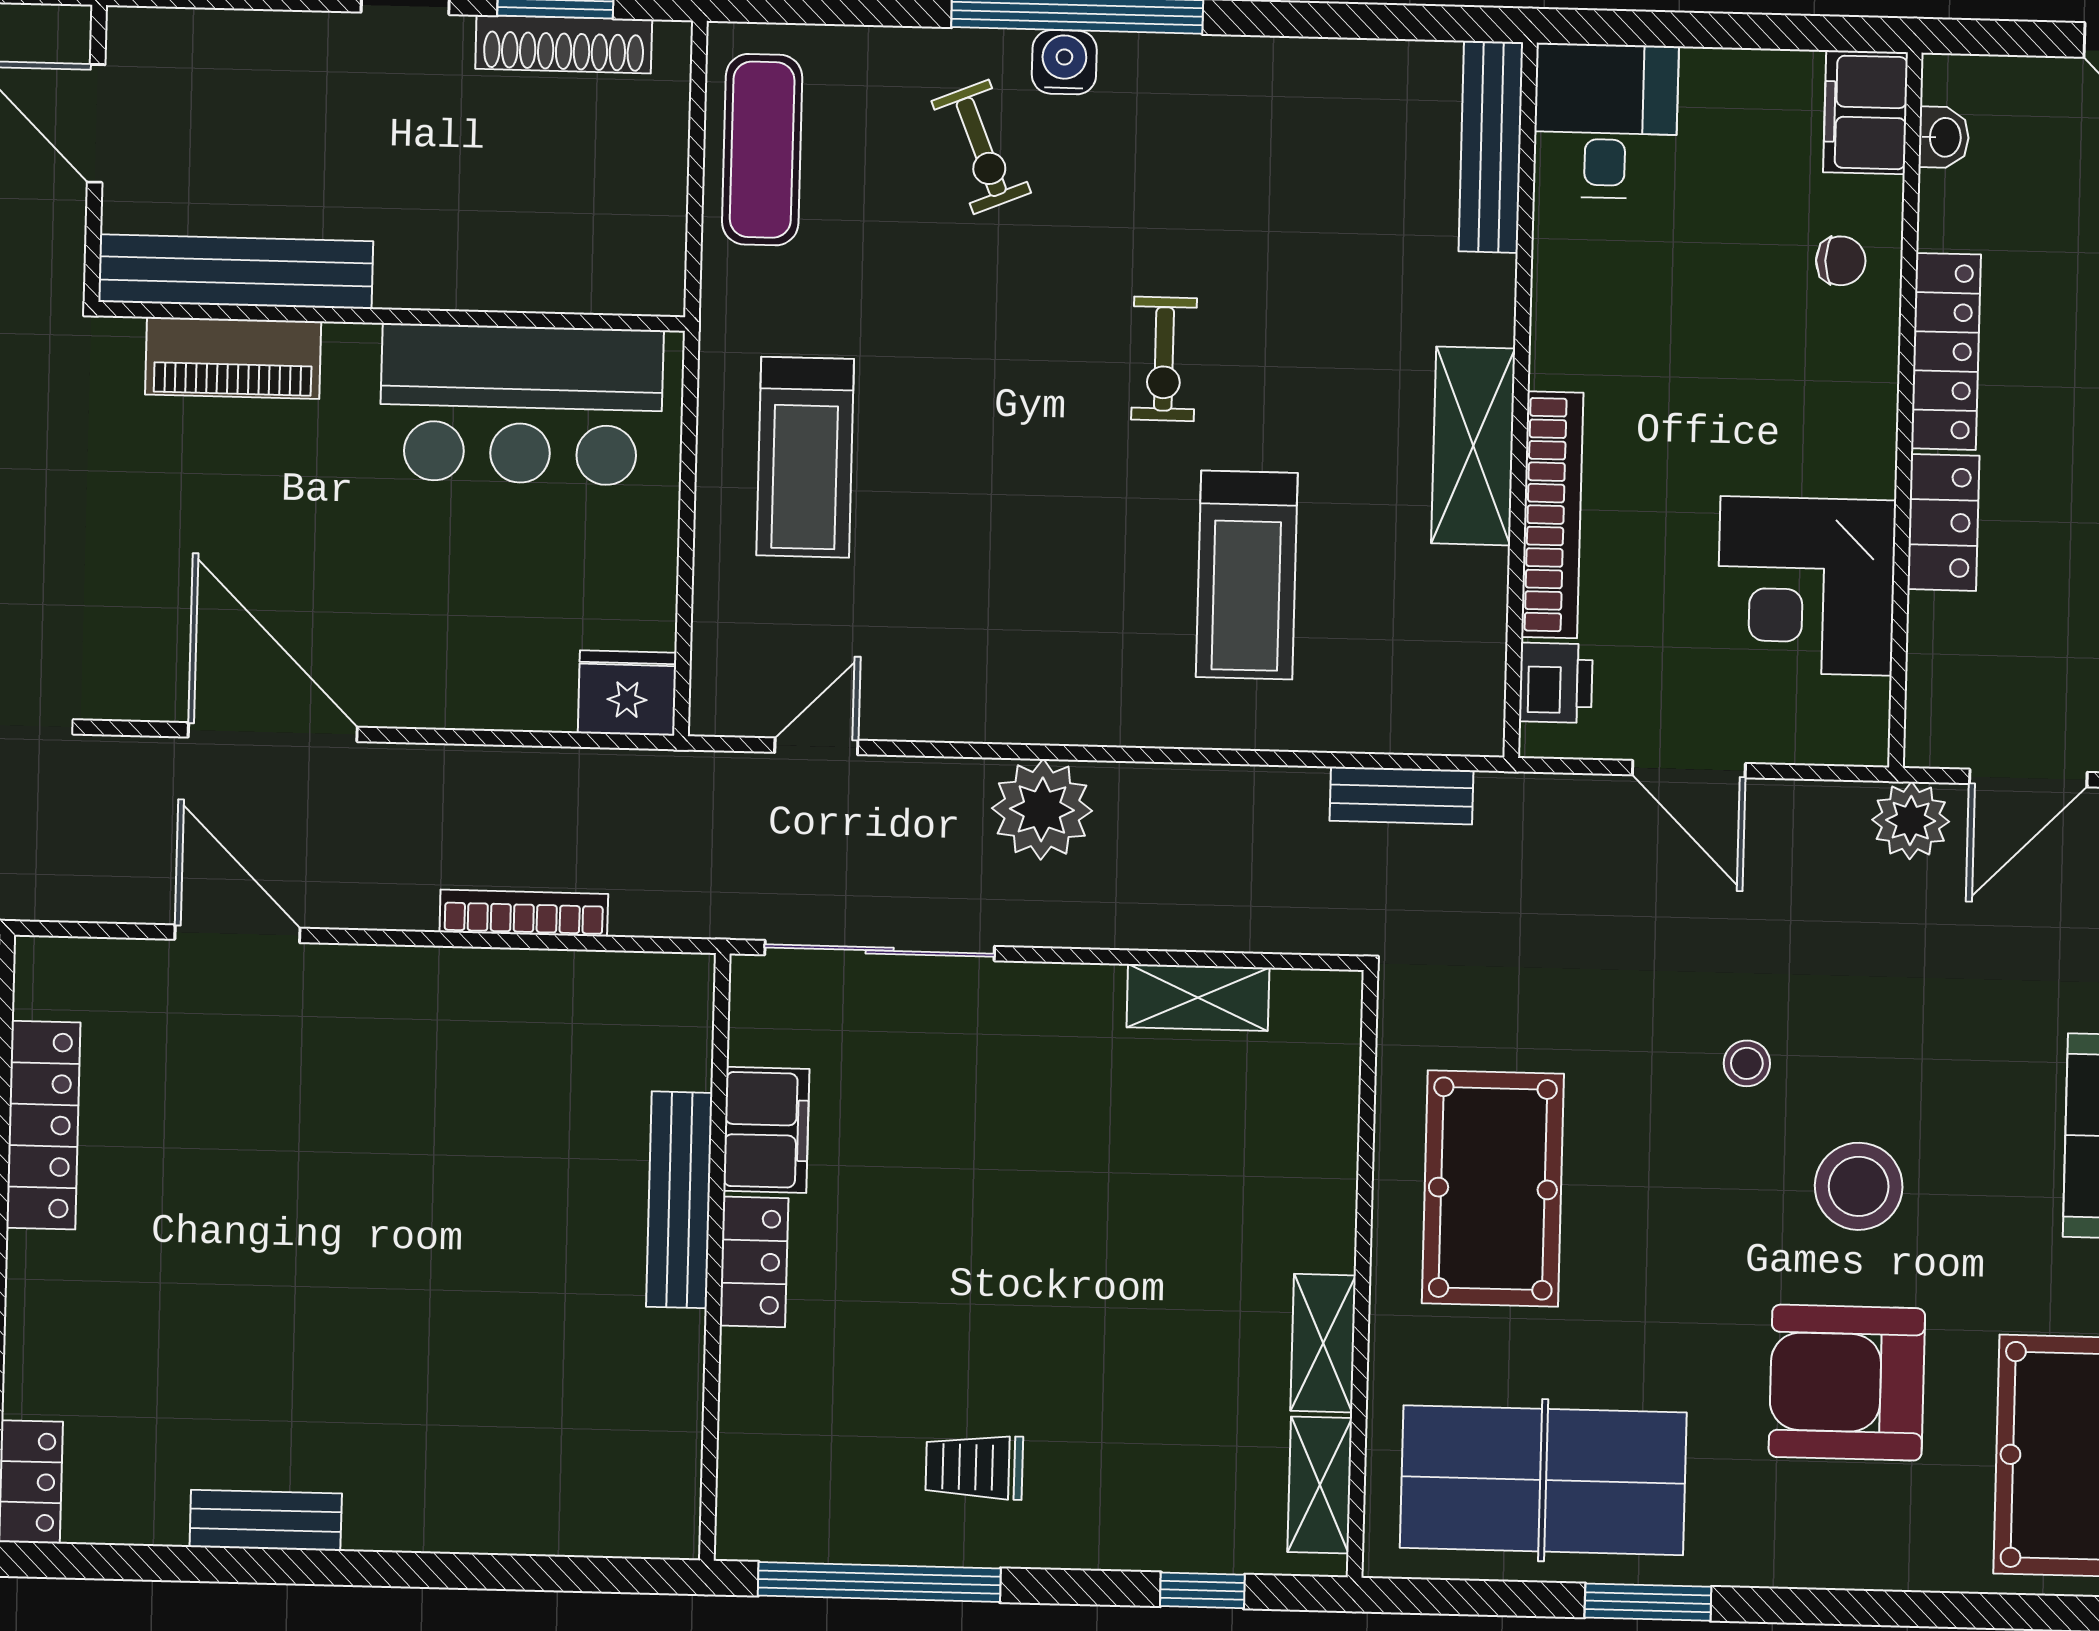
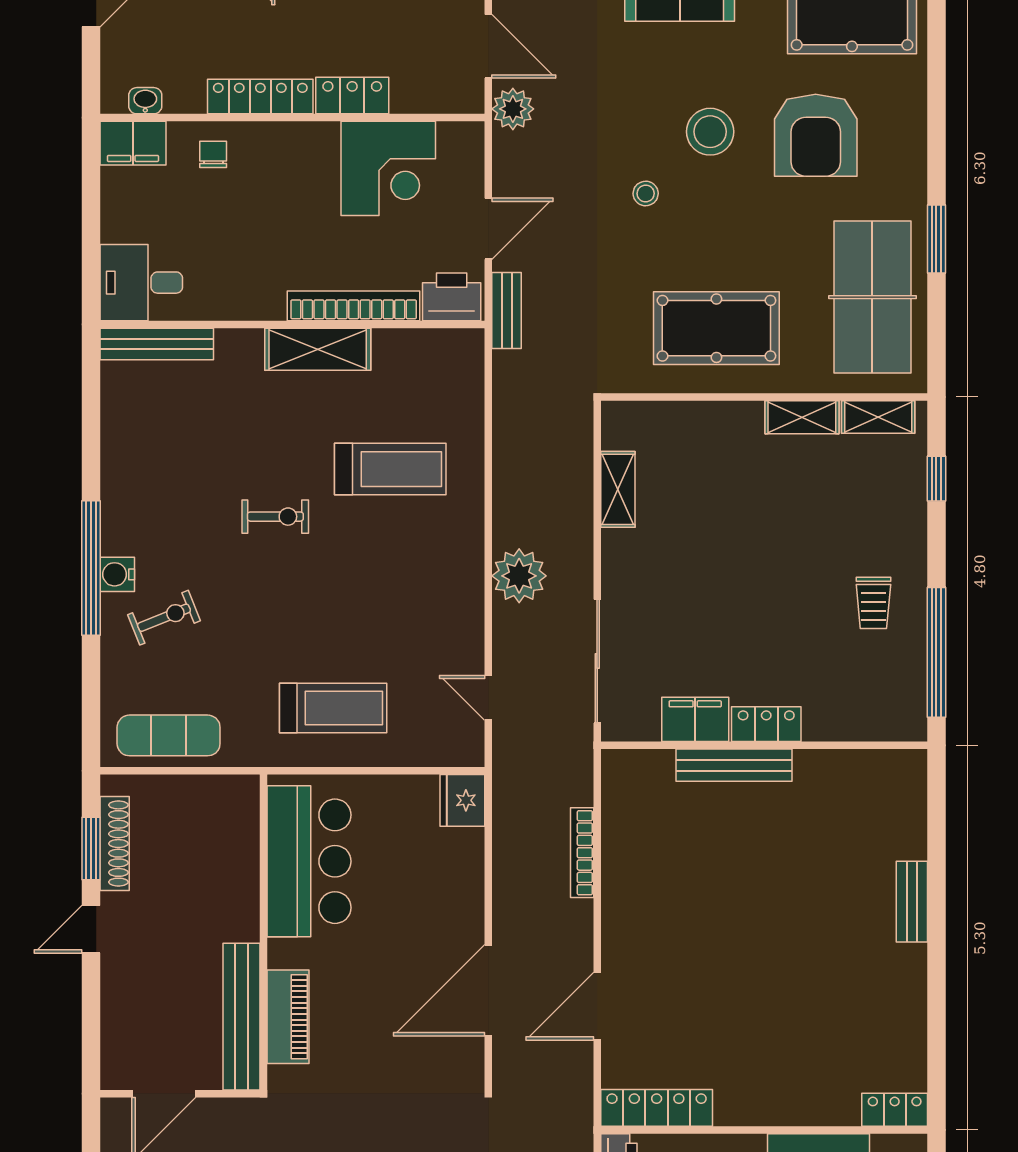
printer: (1556, 683) -> (452, 297), width x1.36, depth x1.24
bench: (1402, 796) -> (507, 310), moved
locker: (43, 1125) -> (657, 1108), moved
bench: (266, 1520) -> (912, 902), moved

